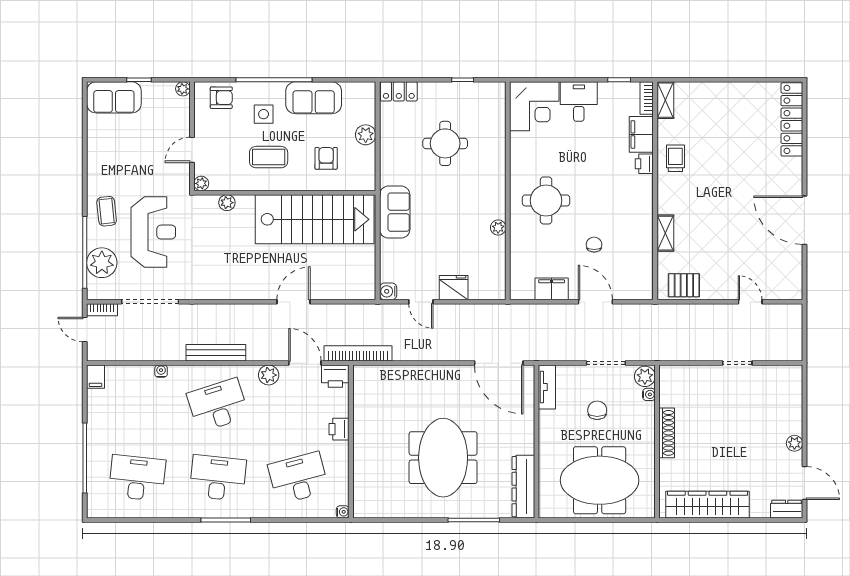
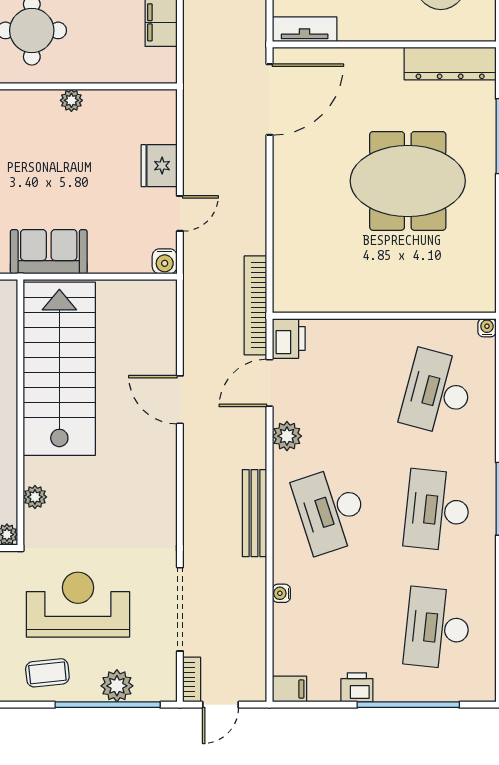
plant: (102, 263) -> (117, 686), width x0.73, depth x0.73
printer: (339, 429) -> (357, 687), moved, turned 180
desk: (298, 478) -> (437, 392), turned 30

